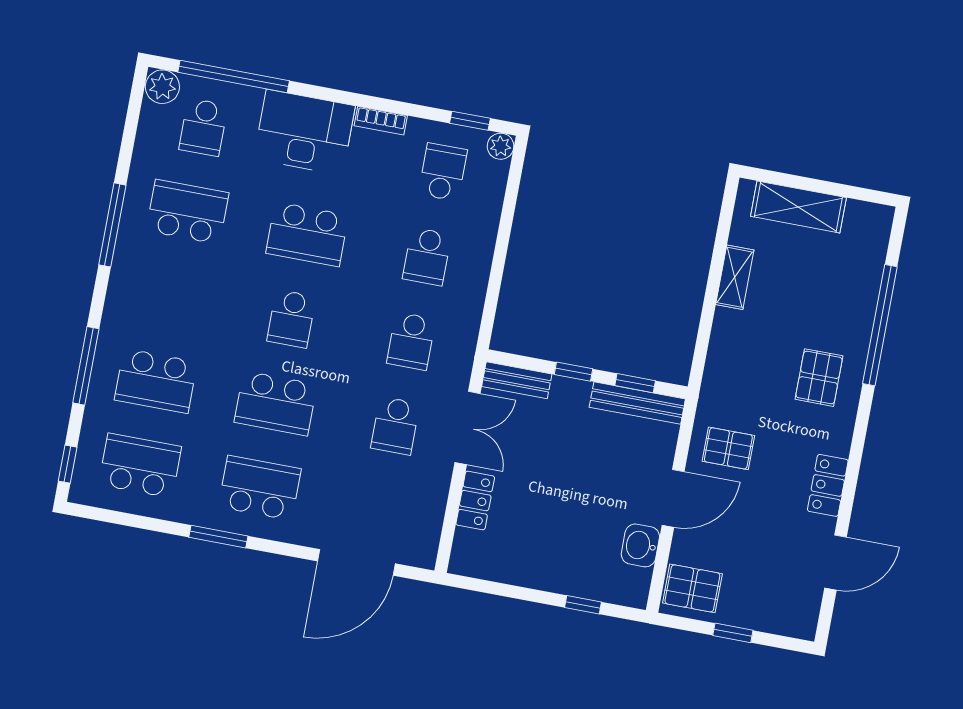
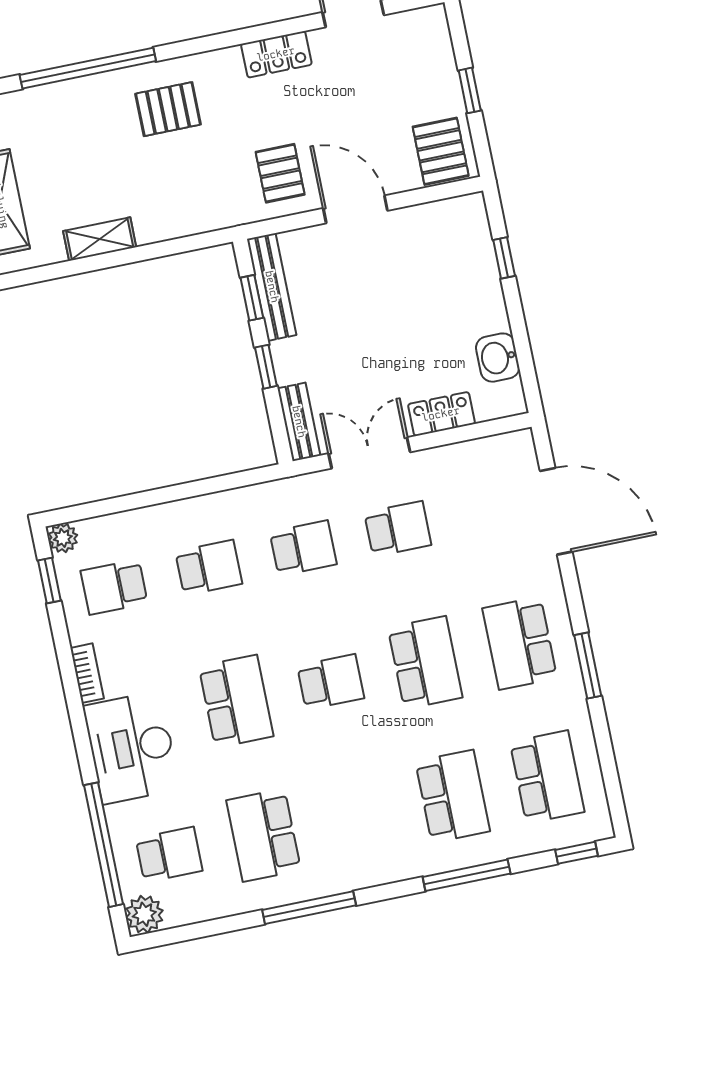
school desk: (140, 466) -> (547, 777), turned 180
washbasin: (640, 545) -> (498, 358), moved, turned 90

